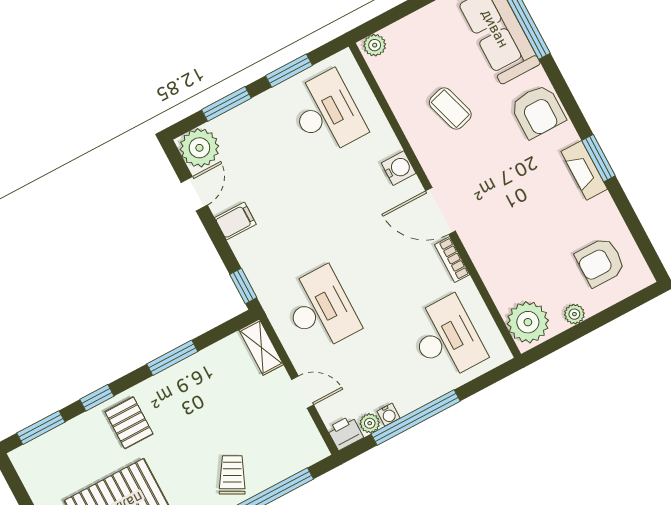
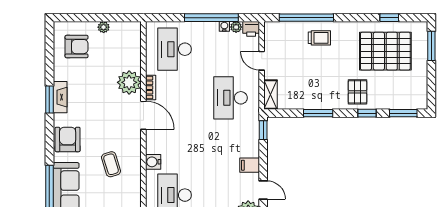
water cooler: (399, 168) -> (153, 162), moved
door: (194, 194) -> (263, 190), swing flipped
plant: (528, 322) -> (129, 82), moved
trolley: (232, 475) -> (319, 38), turned -118

